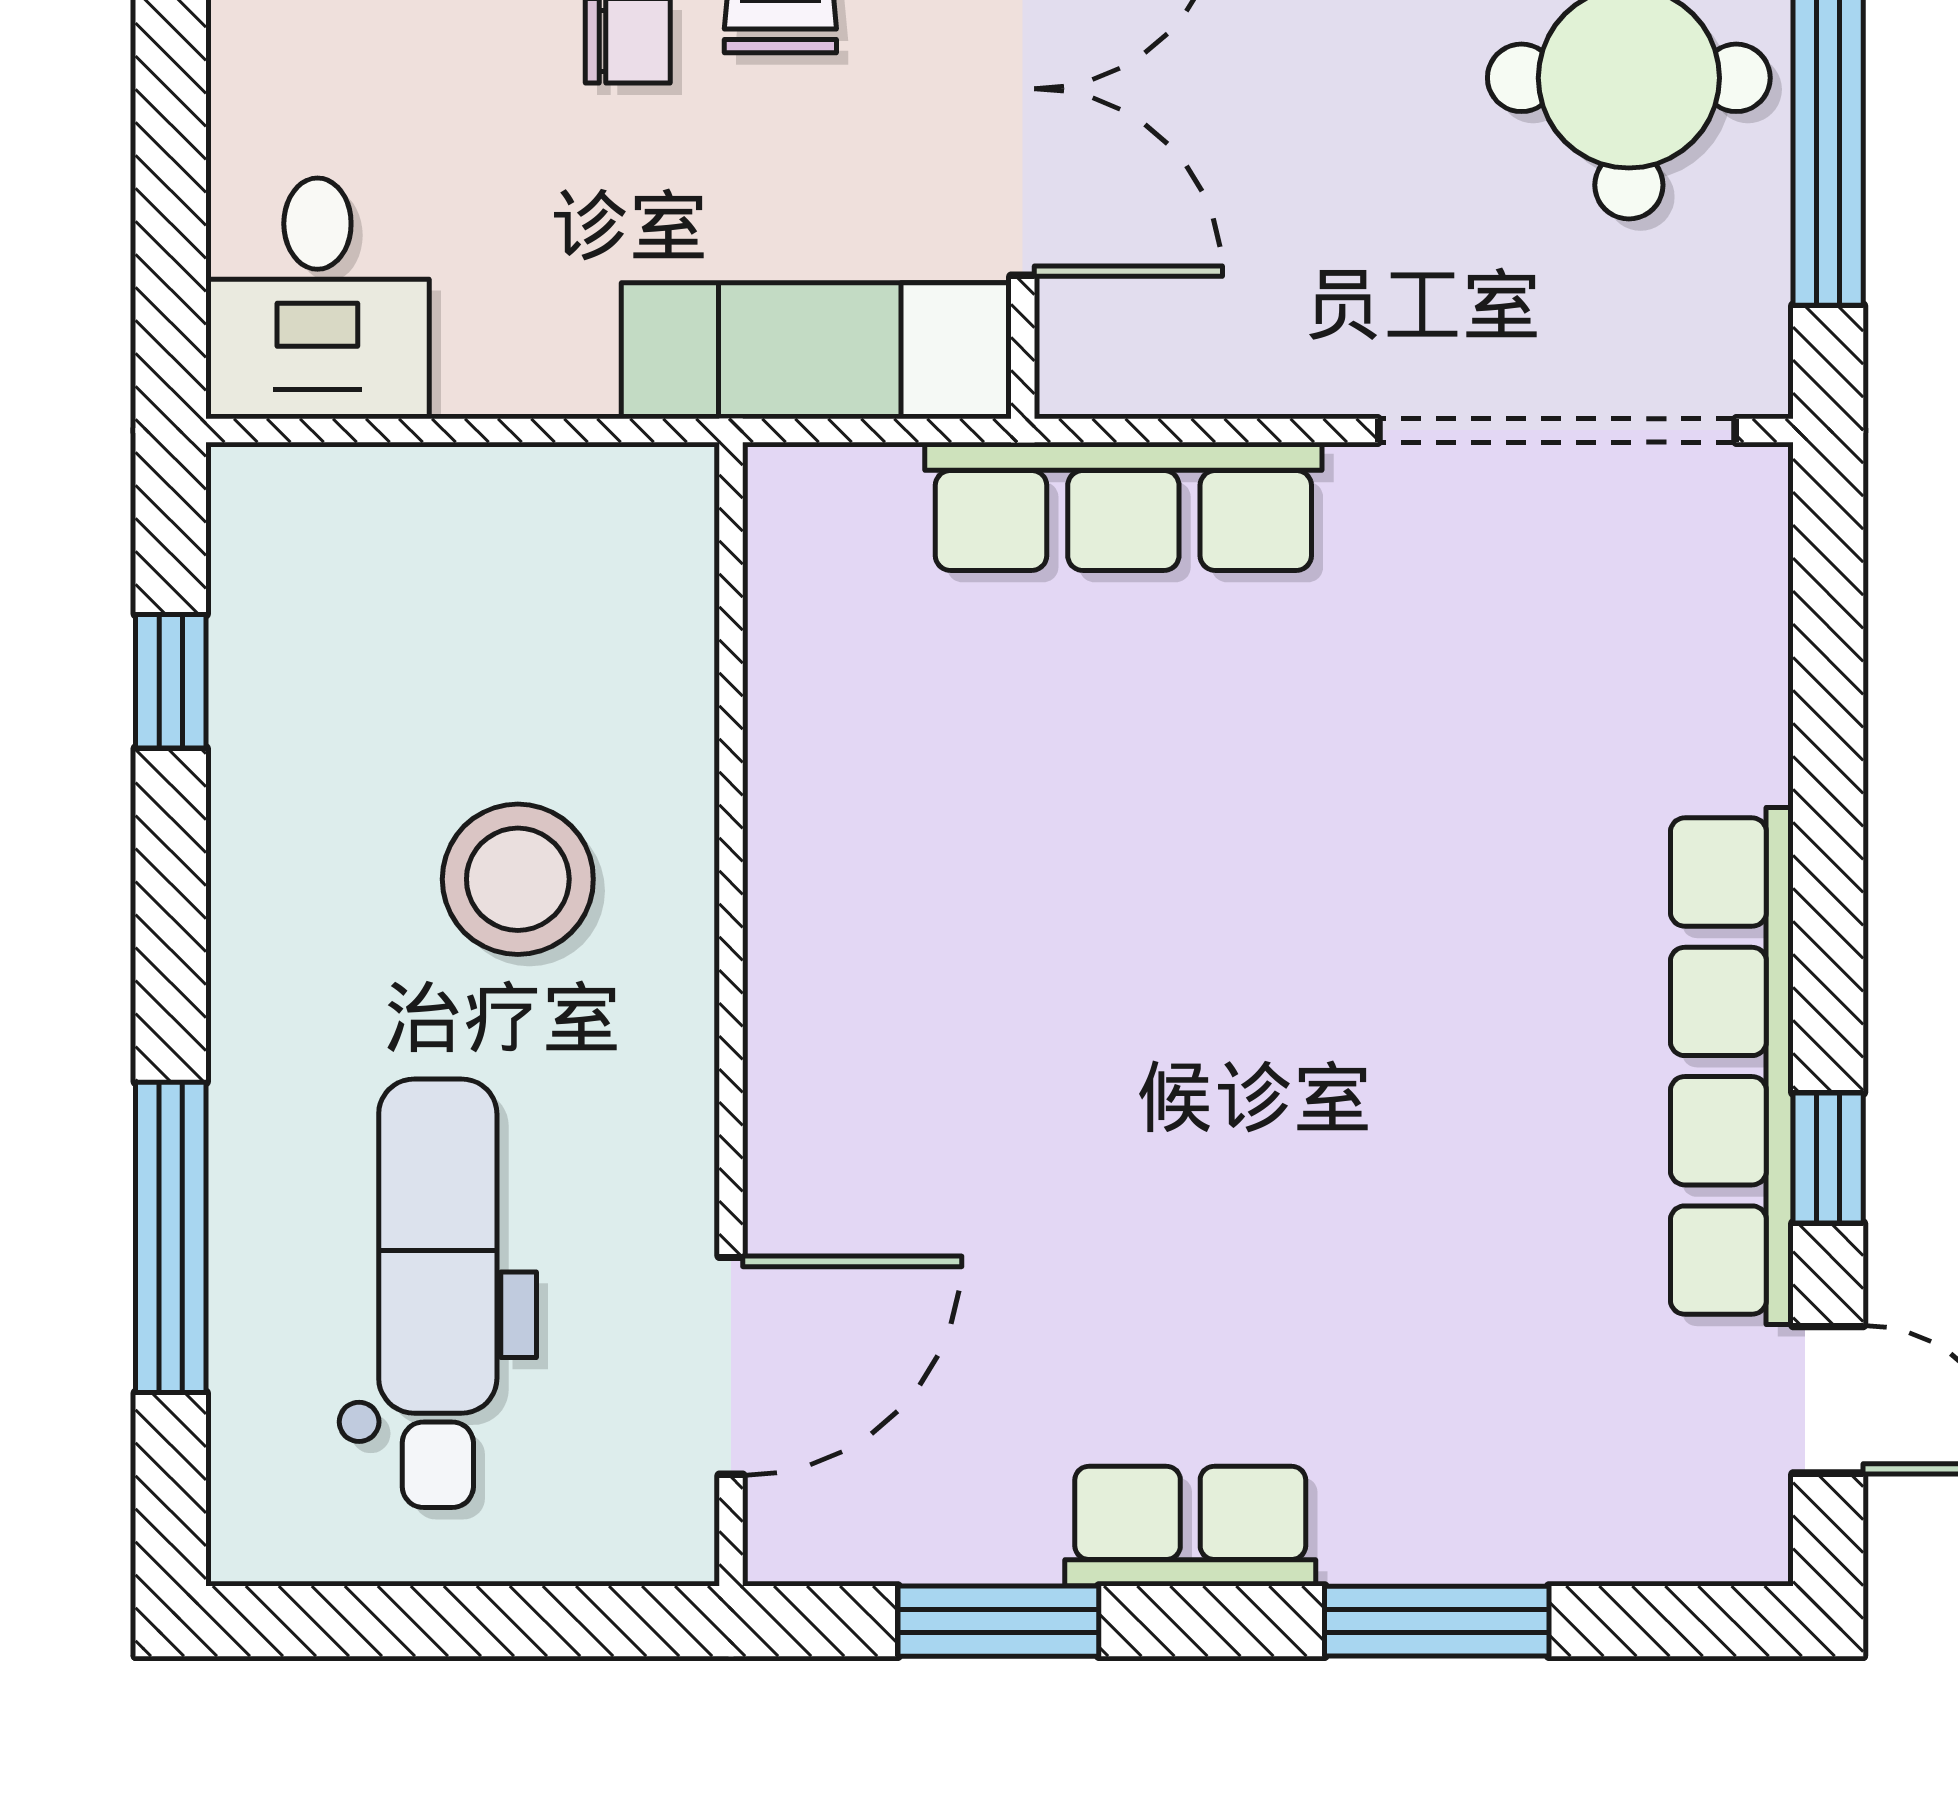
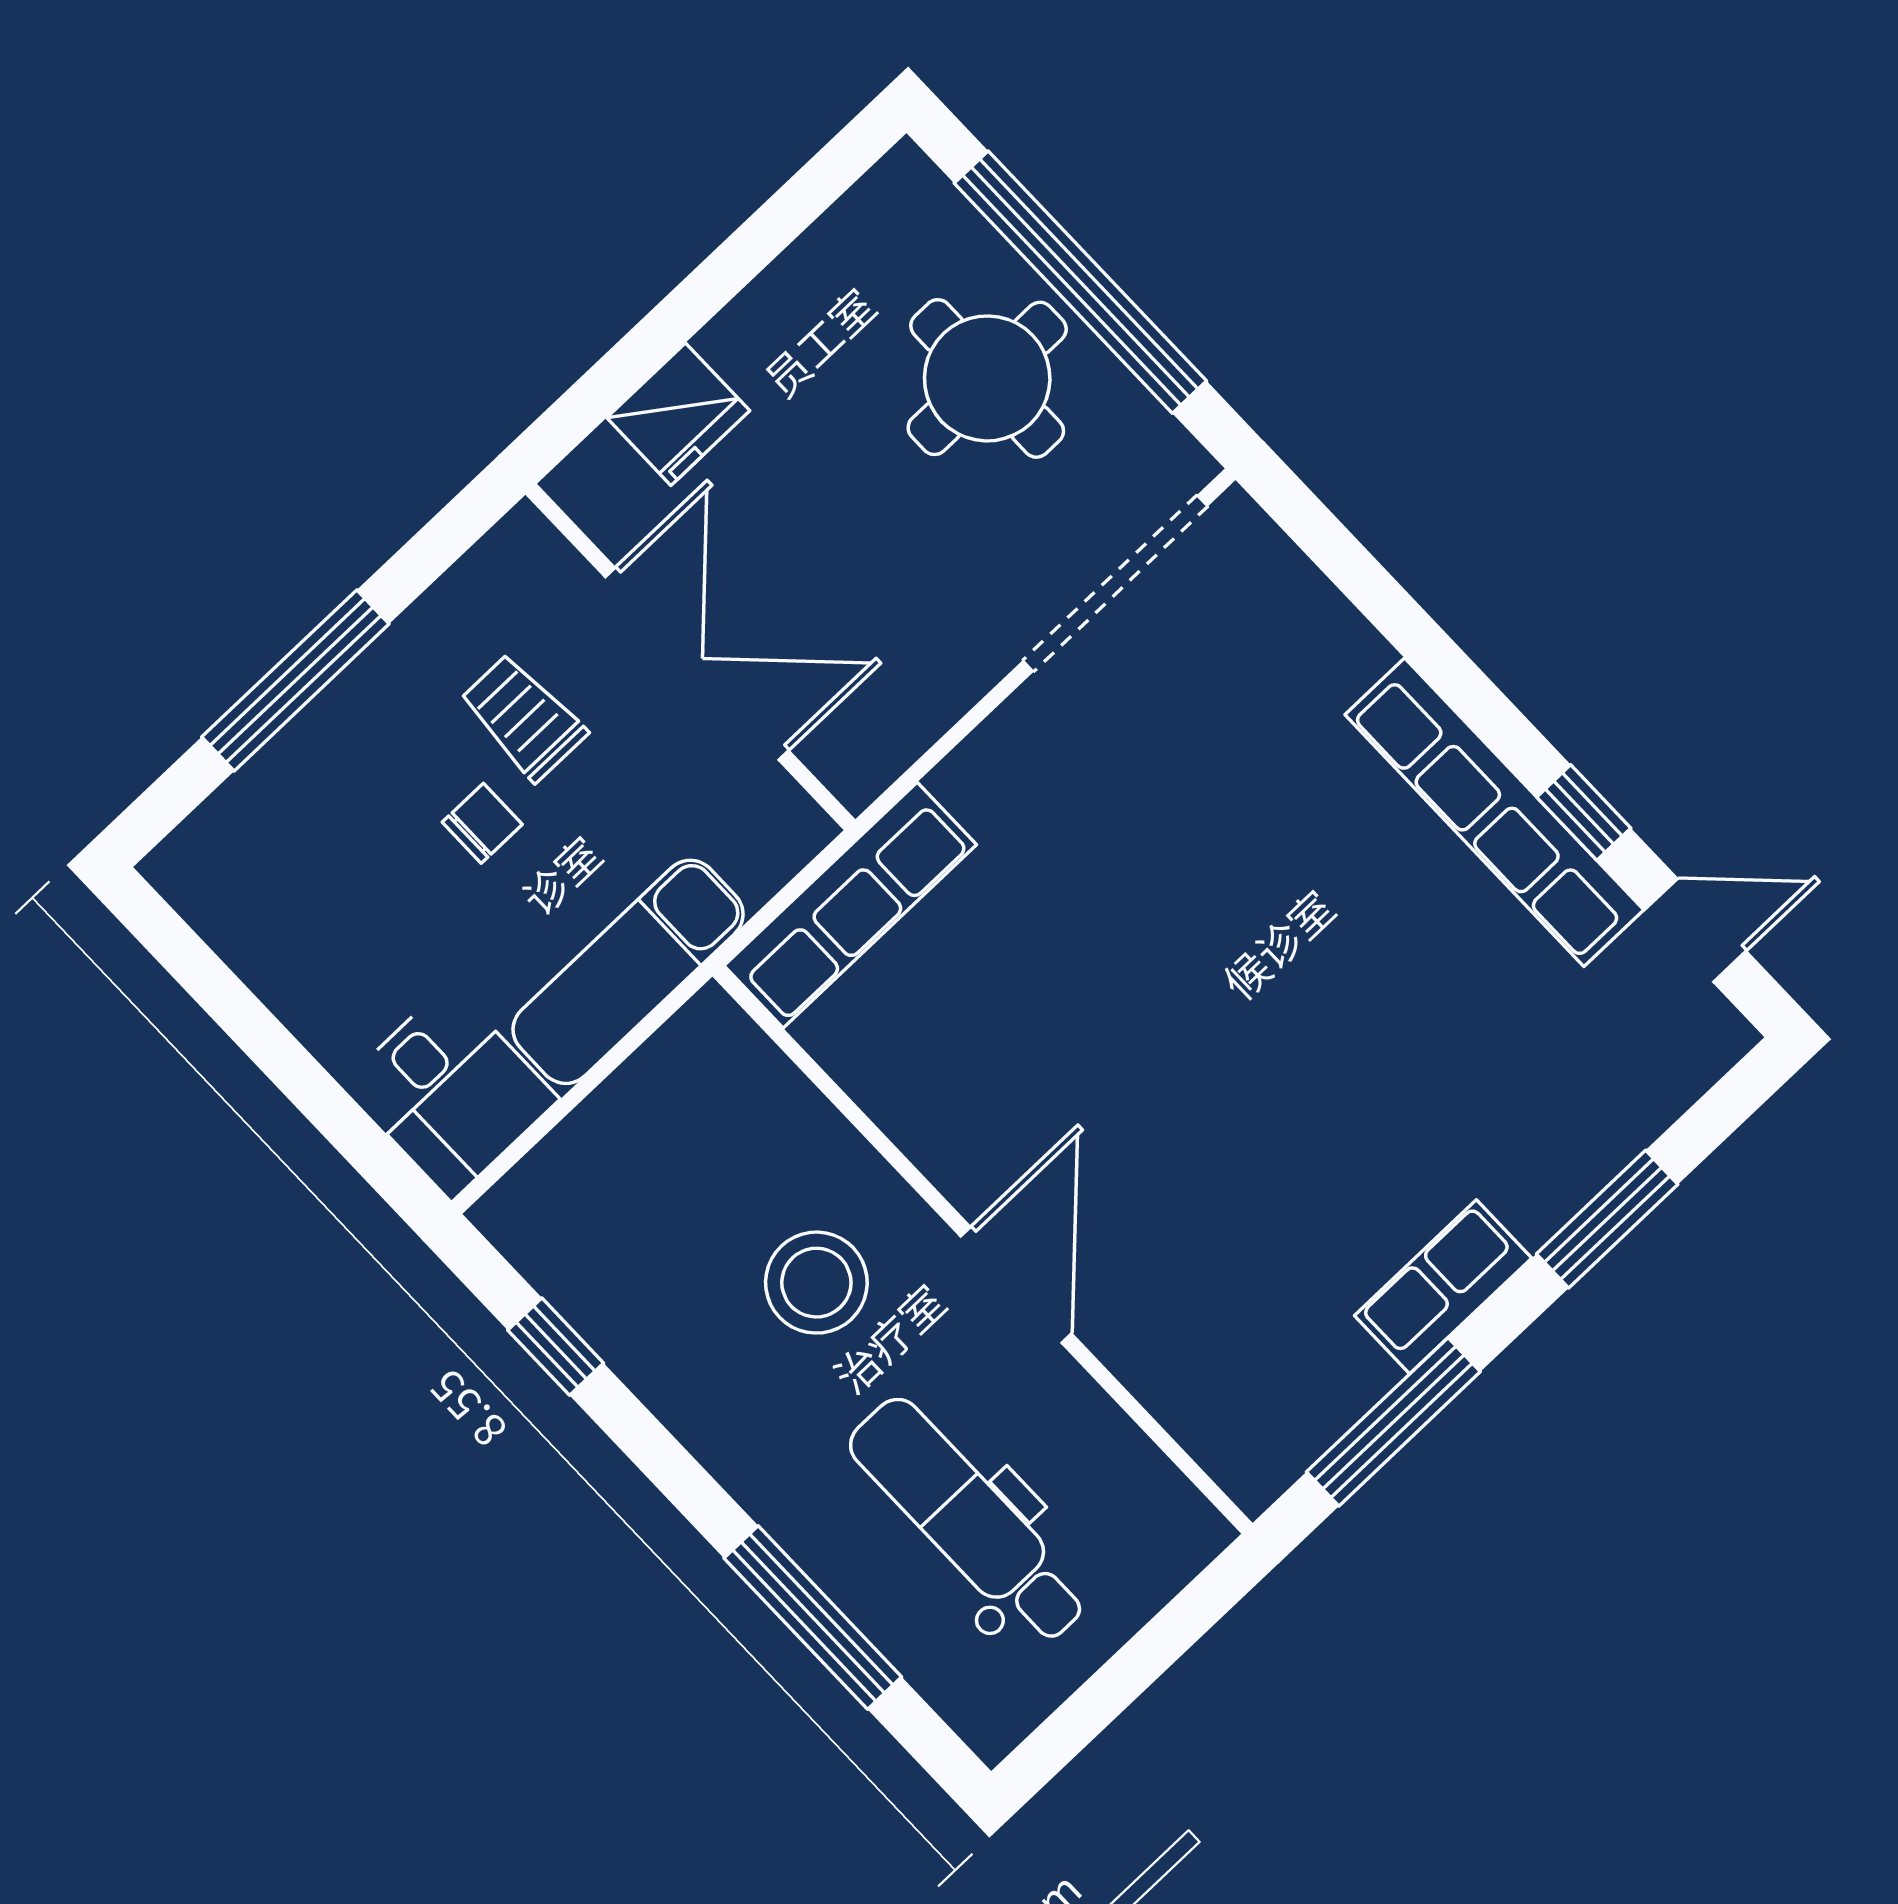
exam couch: (816, 351) -> (628, 972), moved
row of seats: (1123, 506) -> (850, 905), moved
door: (731, 1366) -> (1016, 1285), moved
window: (998, 1621) -> (1393, 1422), width x1.44

